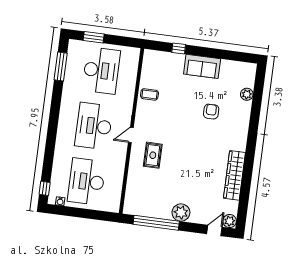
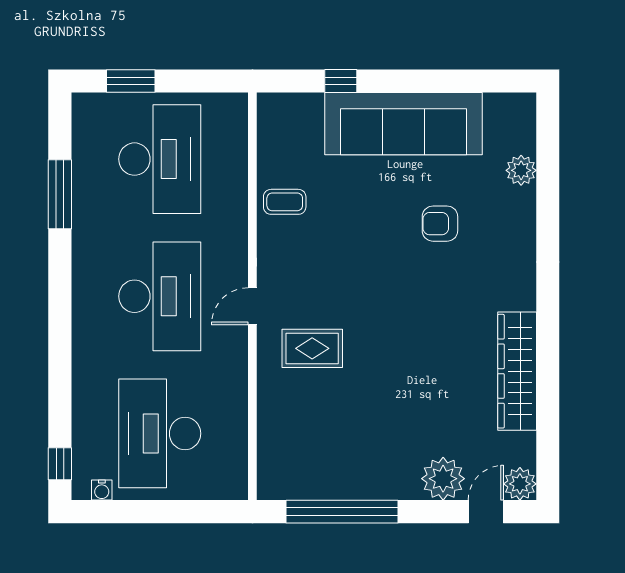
sofa: (202, 66) -> (403, 124), width x1.85, depth x1.27
window: (61, 67) -> (60, 194), moved
armchair: (211, 112) -> (440, 224), turned -90
desk: (94, 126) -> (160, 296), turned 180
rug: (153, 155) -> (312, 348), turned 90
plant: (181, 213) -> (443, 479), moved

